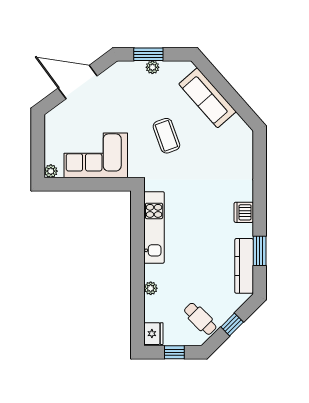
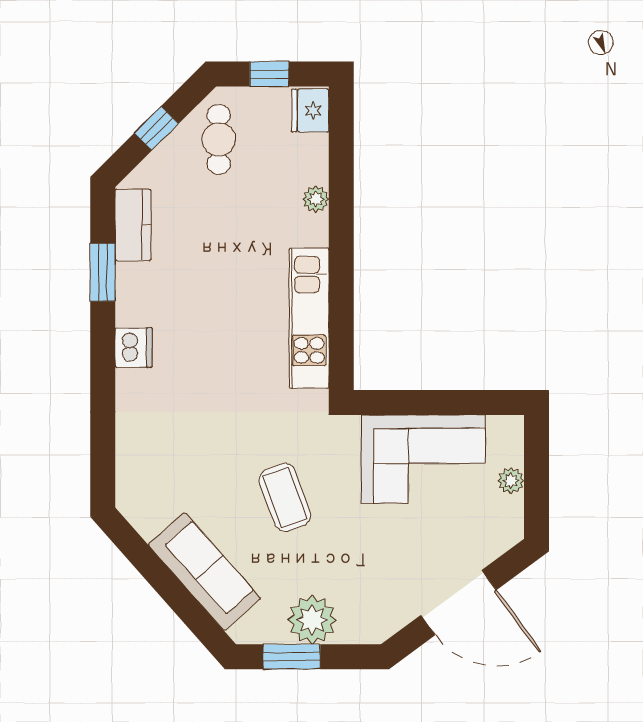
window: (148, 54) -> (292, 657), moved
plant: (152, 67) -> (312, 620), width x1.88, depth x1.88
plant: (51, 171) -> (511, 481), moved
kitchen counter: (244, 266) -> (133, 225), width x0.67
cafe table: (200, 319) -> (219, 139), turned 45

